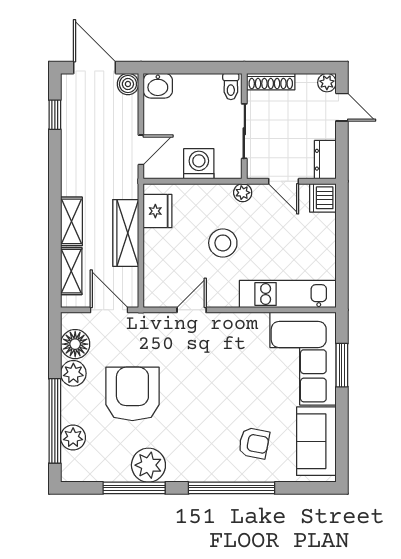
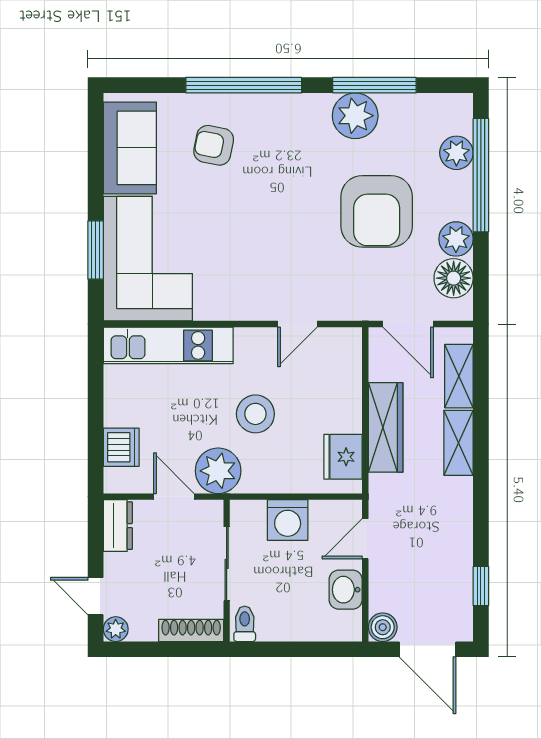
washbasin: (158, 86) -> (346, 590), moved, turned -90
plant: (243, 193) -> (218, 471), width x1.88, depth x1.88
dishwasher: (323, 198) -> (121, 447), moved

